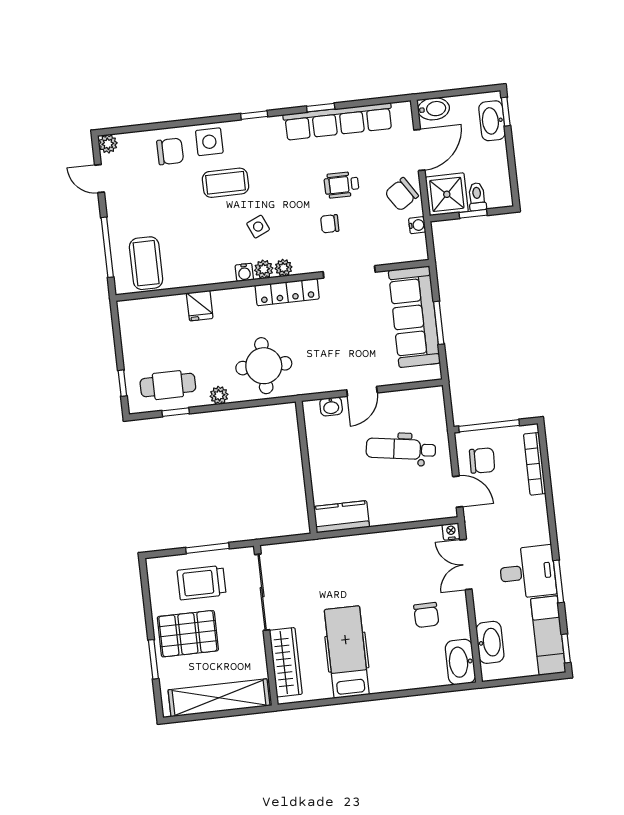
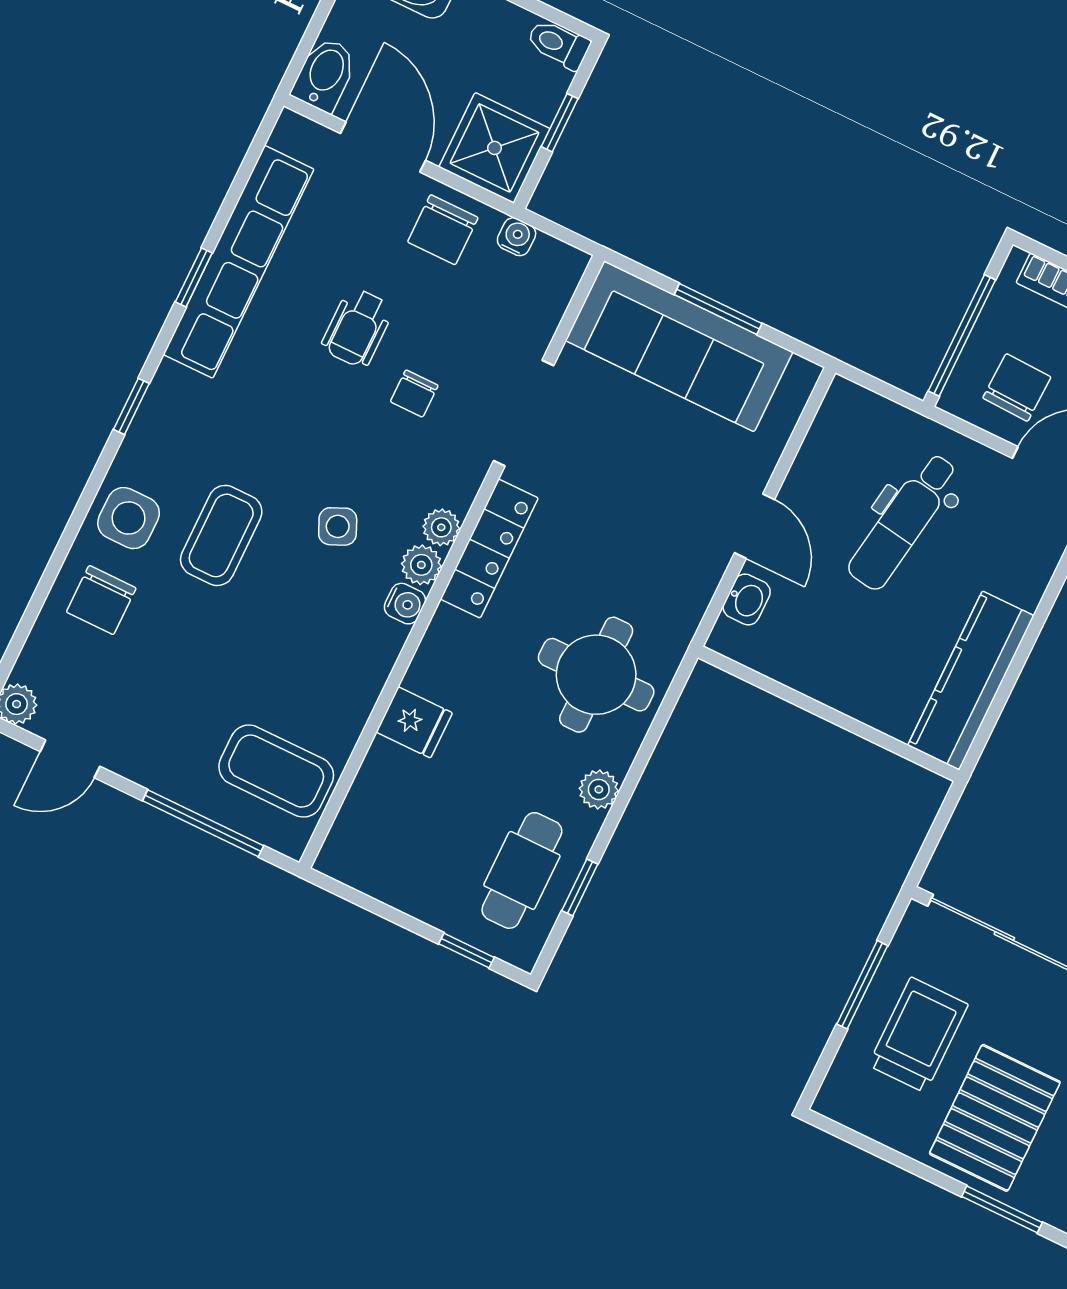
chair: (170, 151) -> (101, 600), turned 180
chair: (402, 194) -> (443, 230), turned 33
toilet: (477, 197) -> (558, 44), moved
kitchen counter: (342, 517) -> (971, 680), width x1.50
trolley: (202, 583) -> (918, 1035), turned 180

